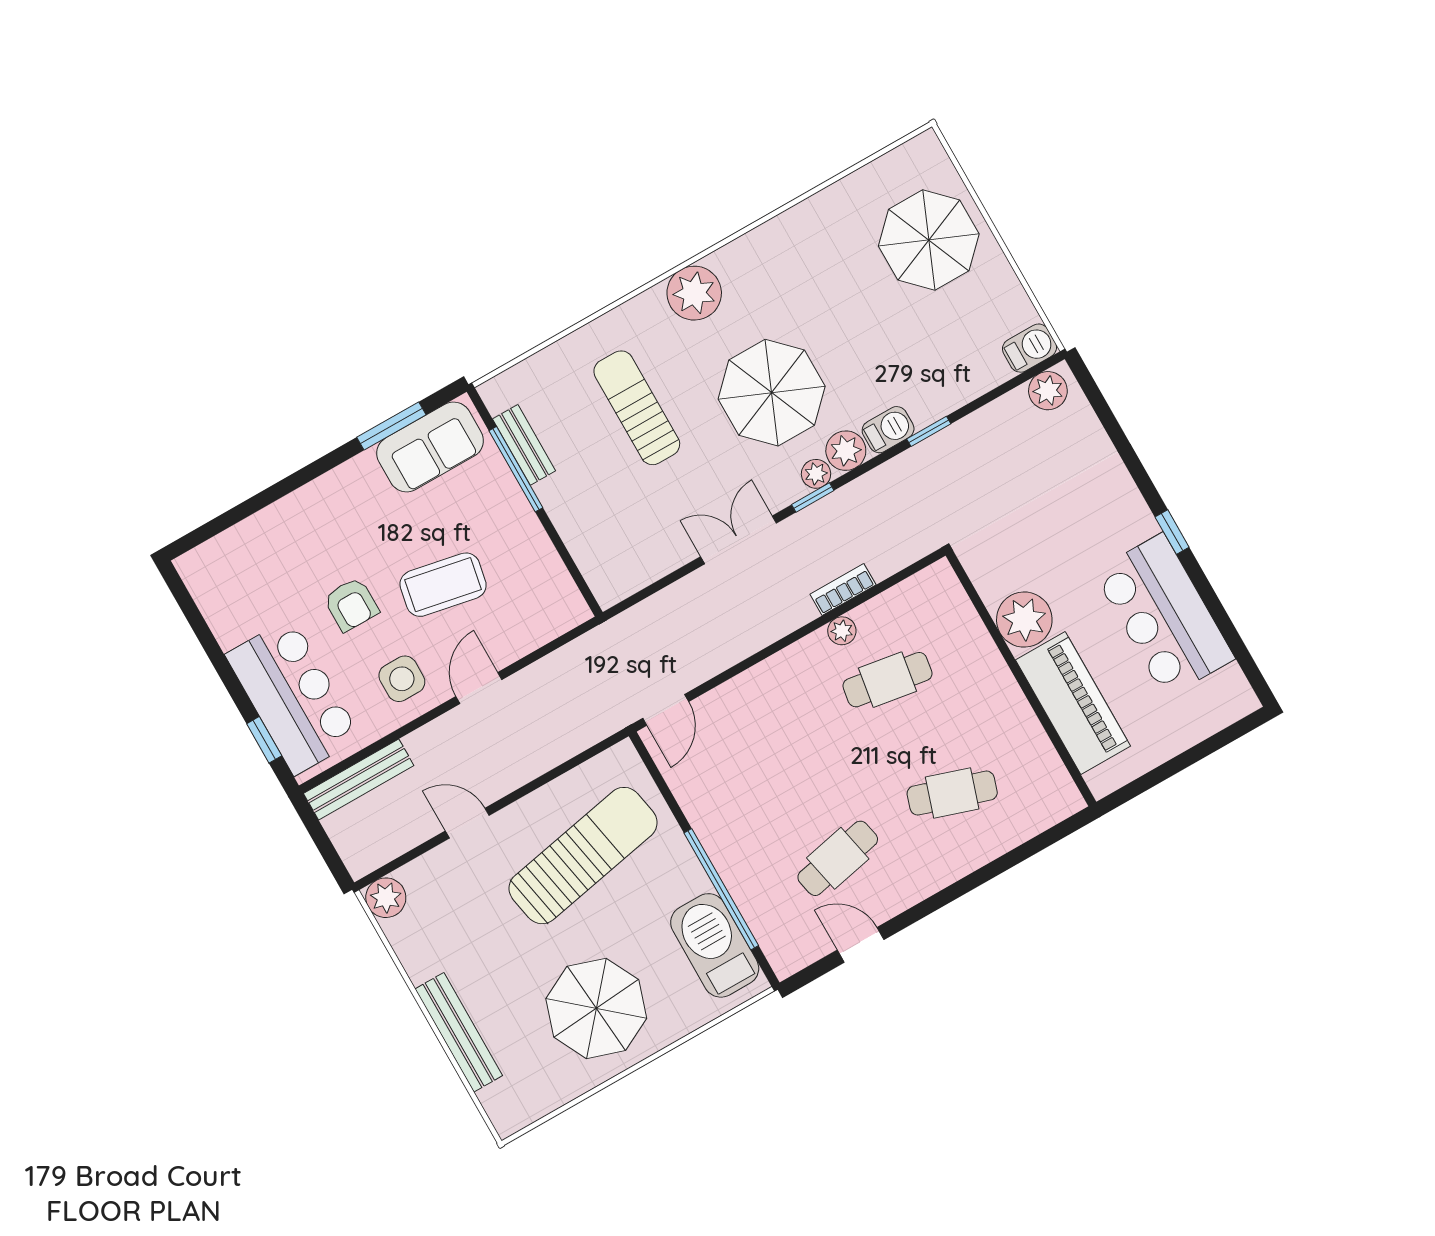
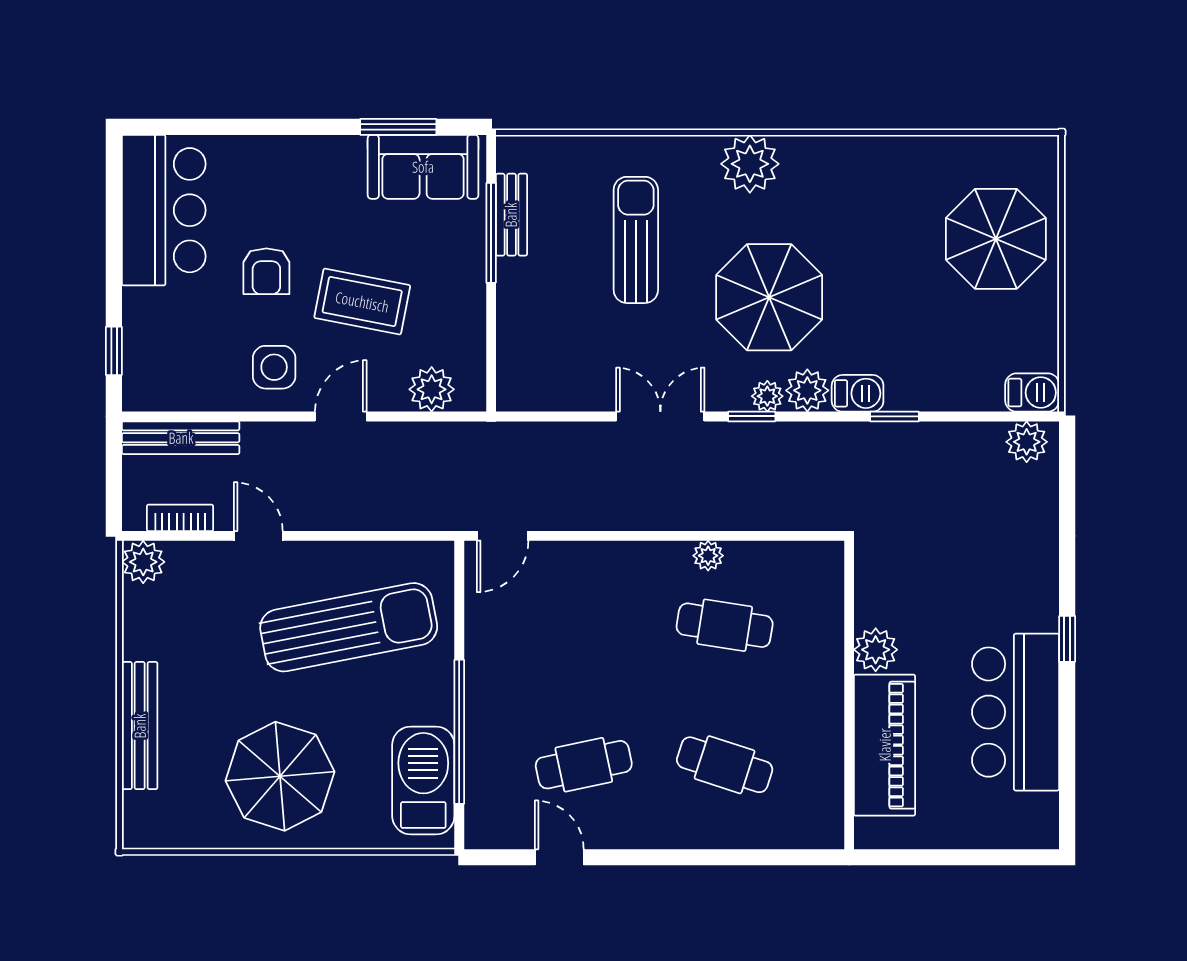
bookcase: (843, 589) -> (180, 518), moved
plant: (1024, 620) -> (876, 650), width x0.73, depth x0.73
plant: (540, 624) -> (432, 389), added
bar counter: (293, 696) -> (164, 210), moved

